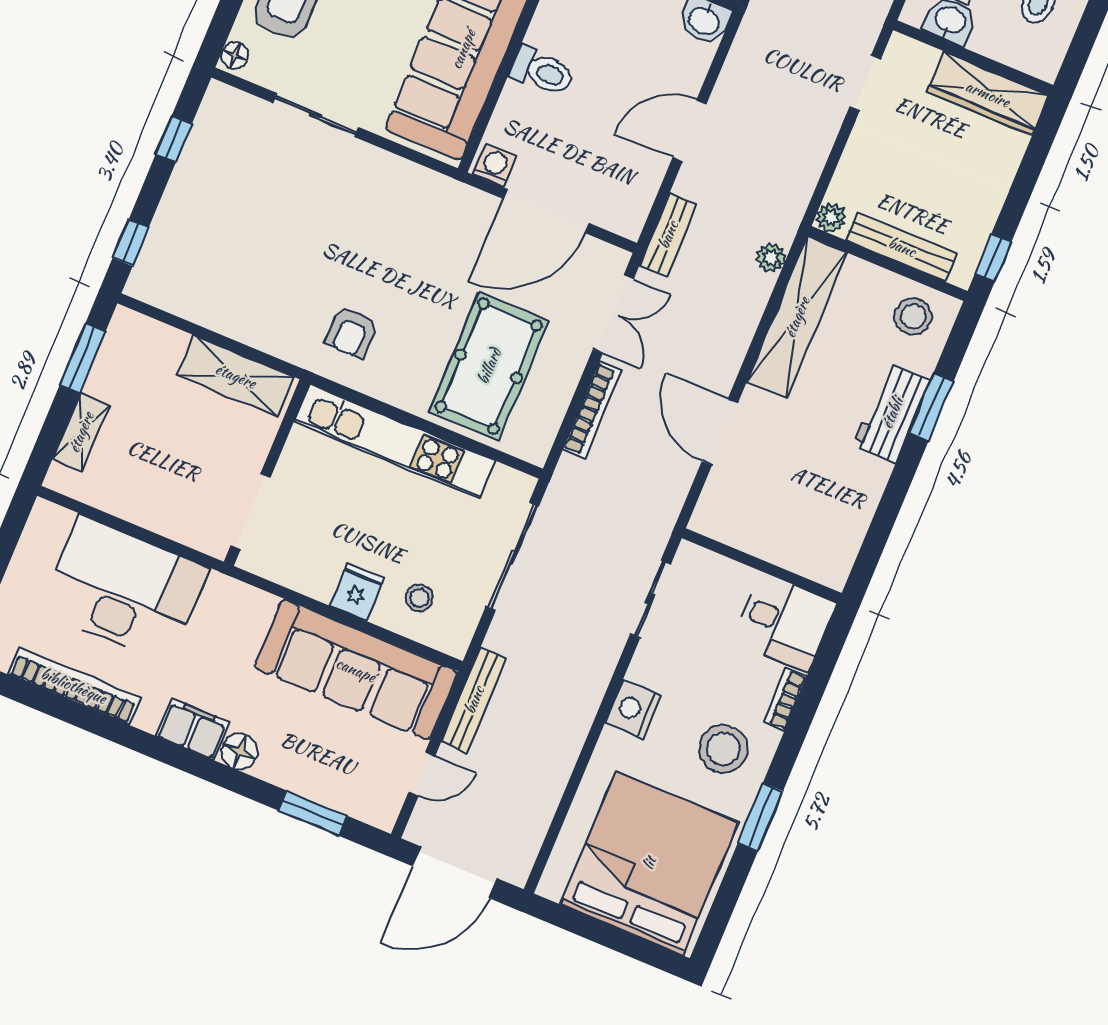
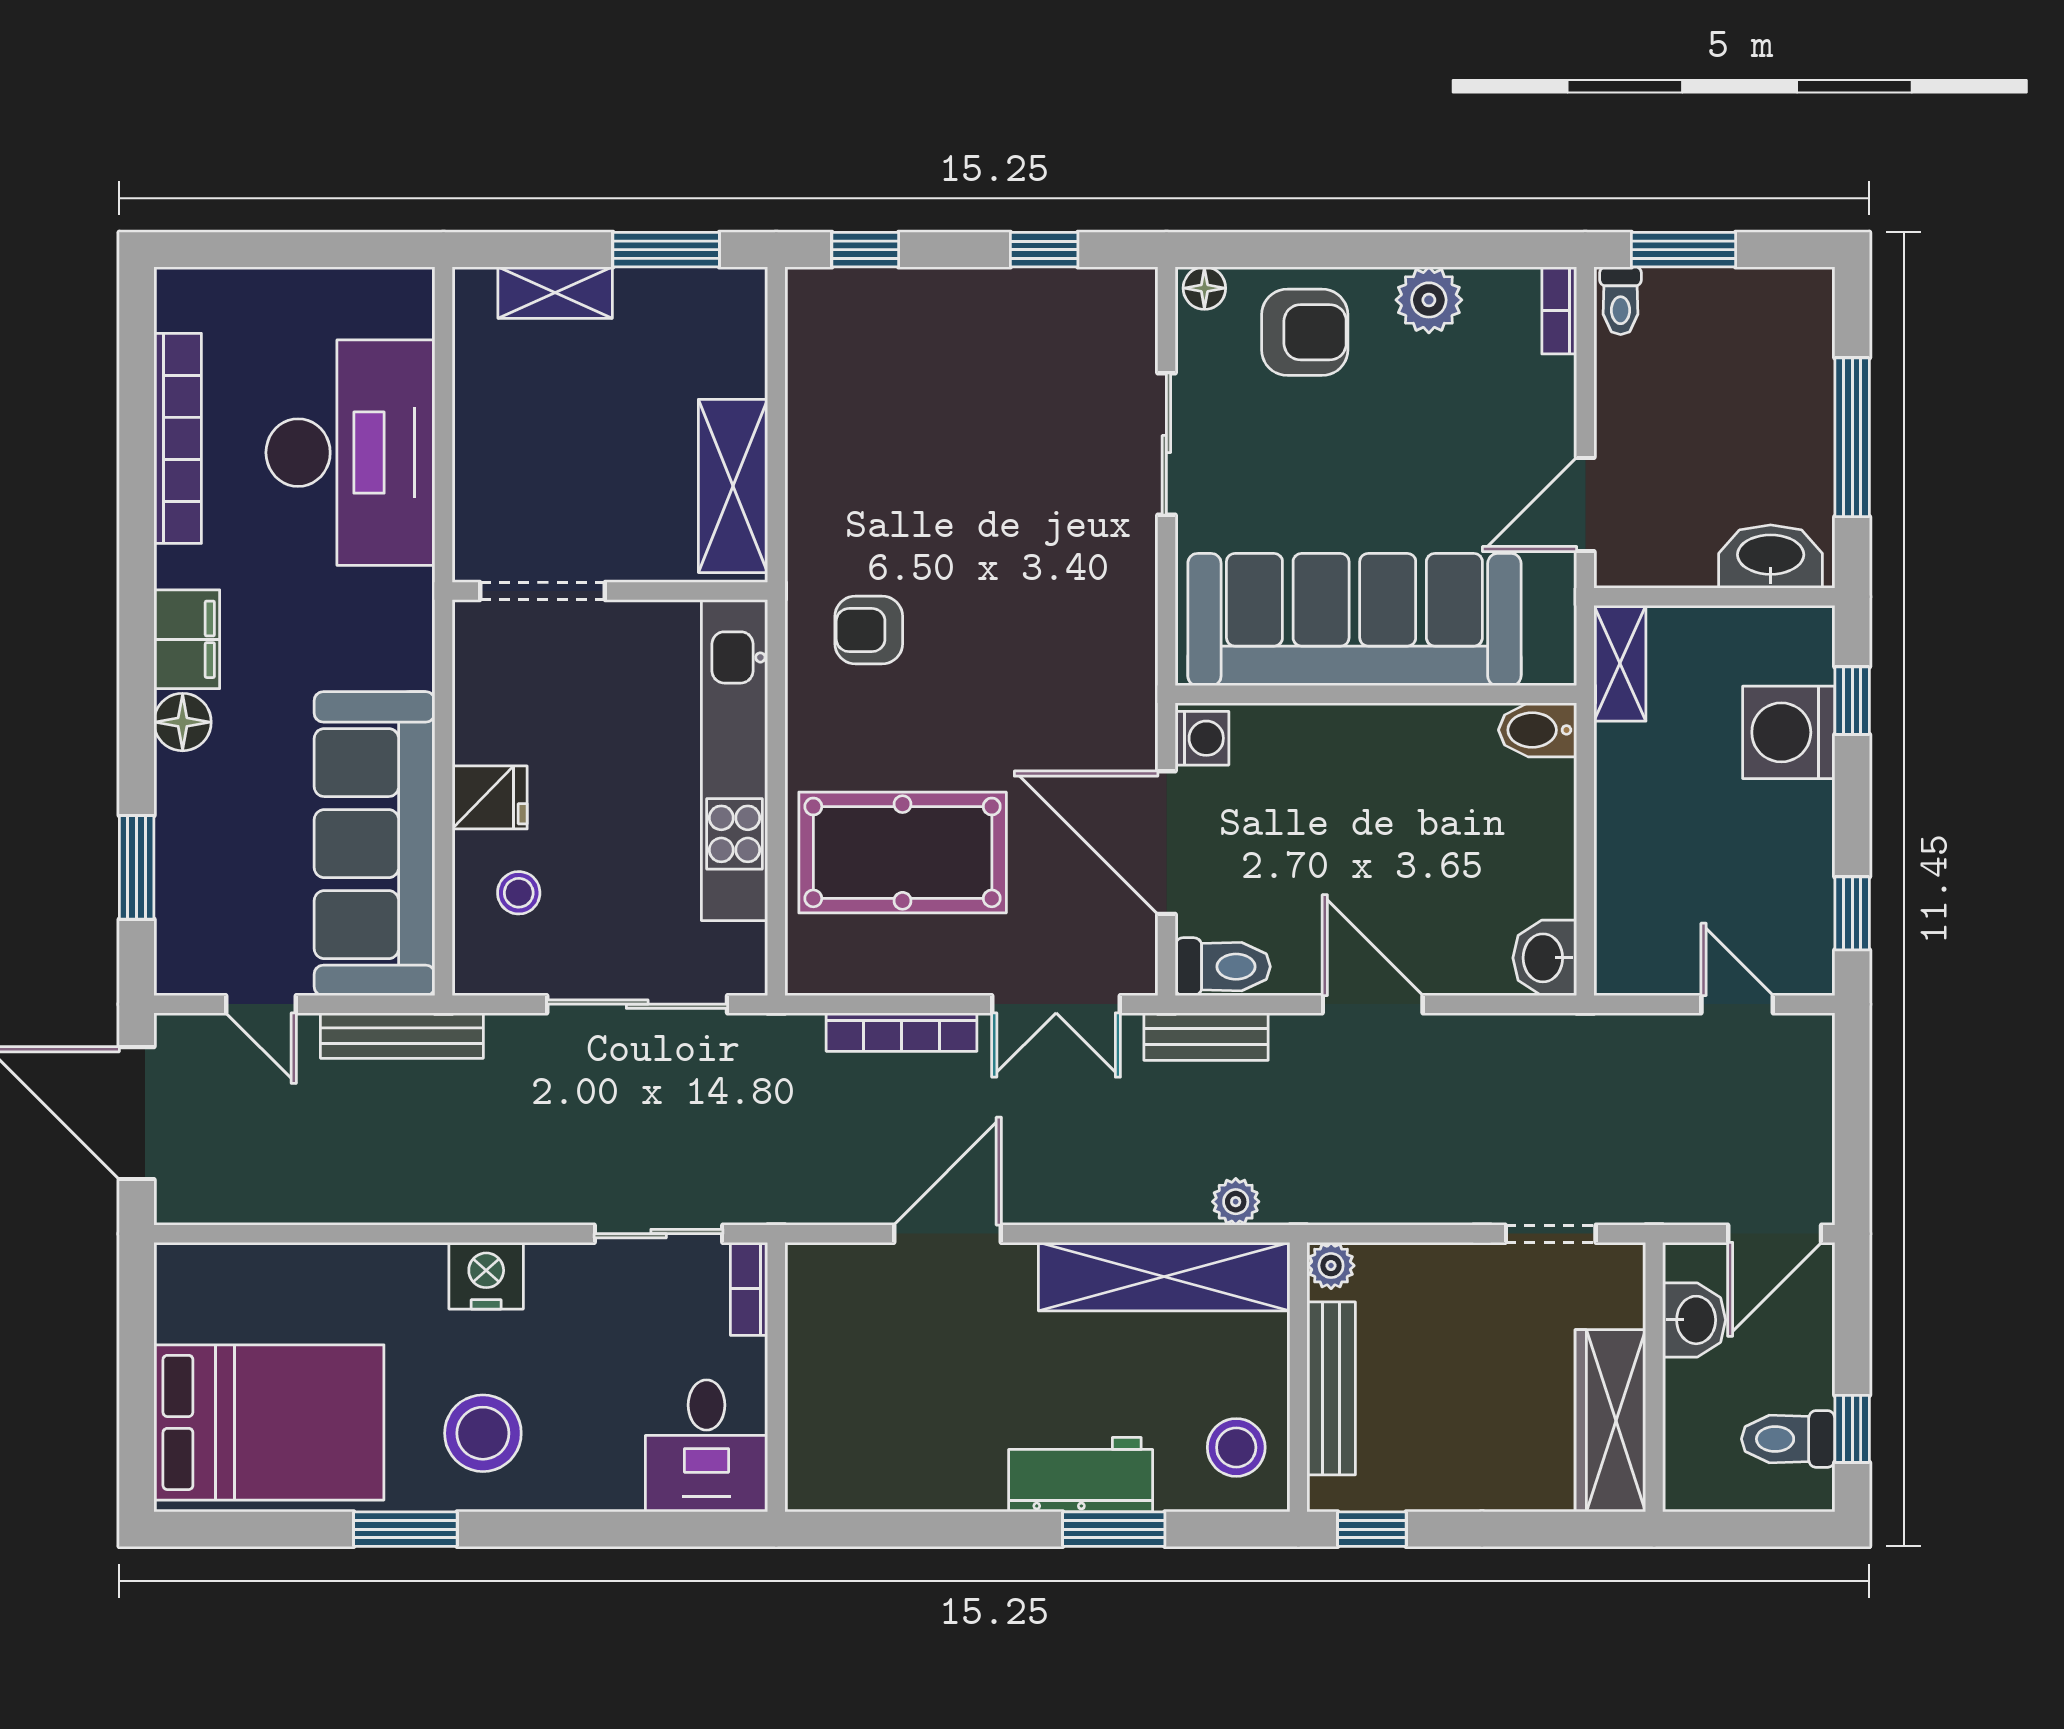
toilet: (542, 71) -> (1223, 967), moved, turned -90
bookcase: (785, 699) -> (749, 1289), moved, turned -90
bed: (649, 863) -> (269, 1422), width x0.73

